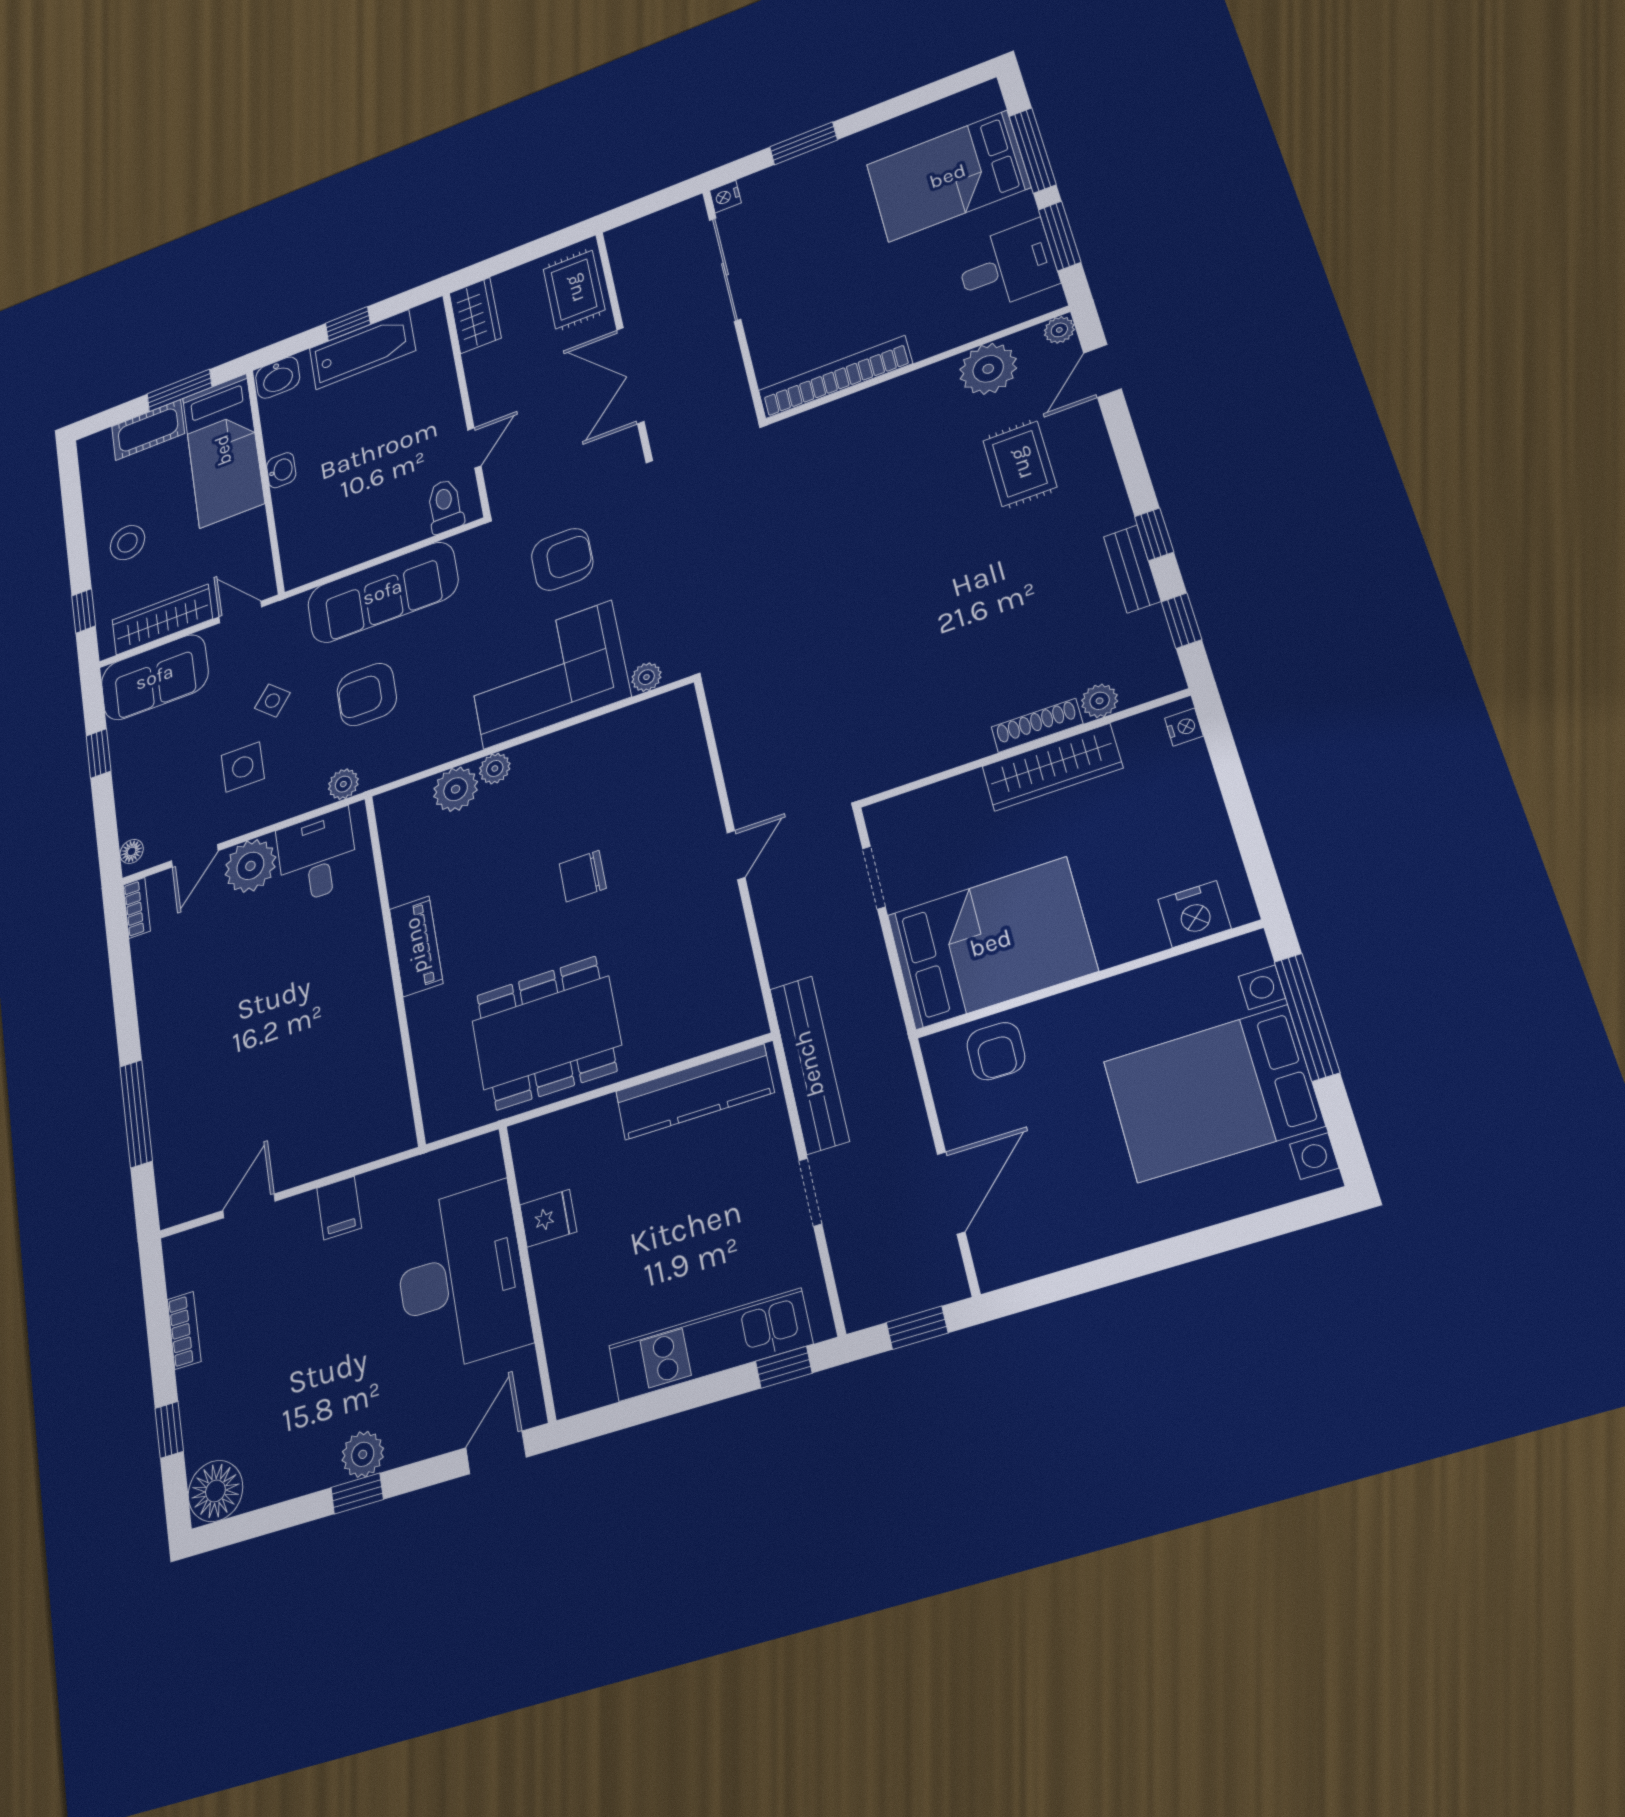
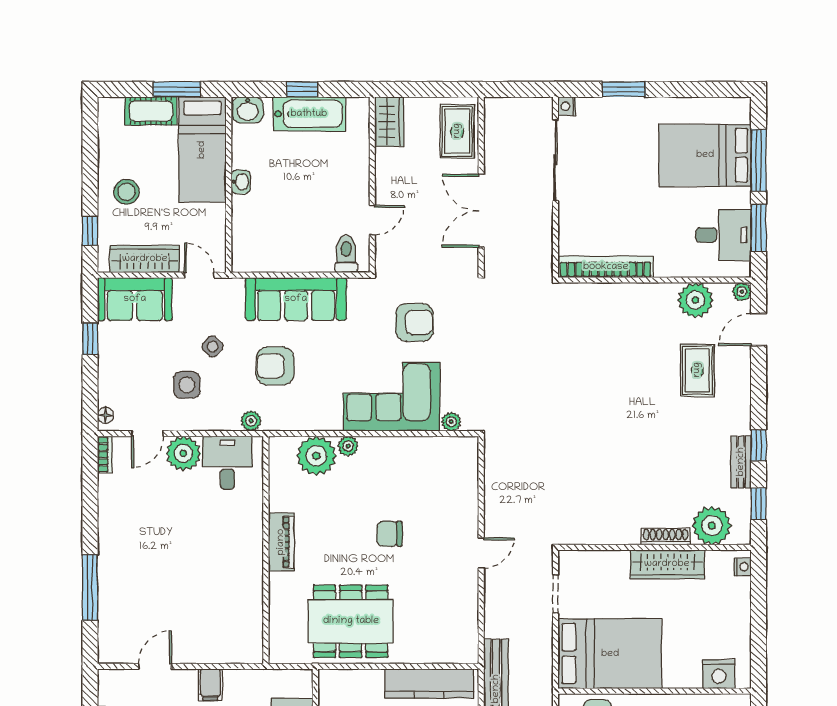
plant: (1100, 701) -> (712, 526), width x1.87, depth x1.87
plant: (456, 789) -> (316, 456), width x1.36, depth x1.36

